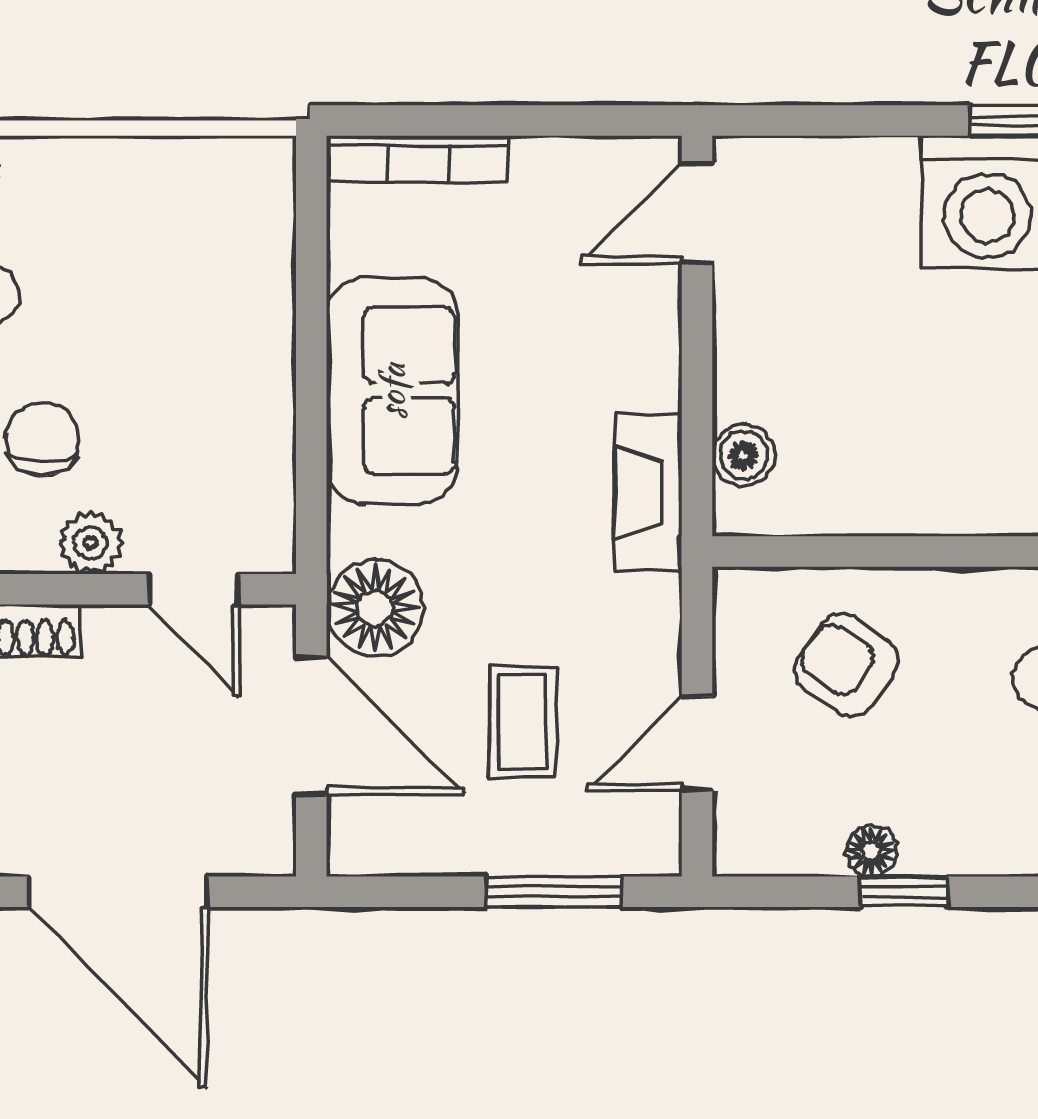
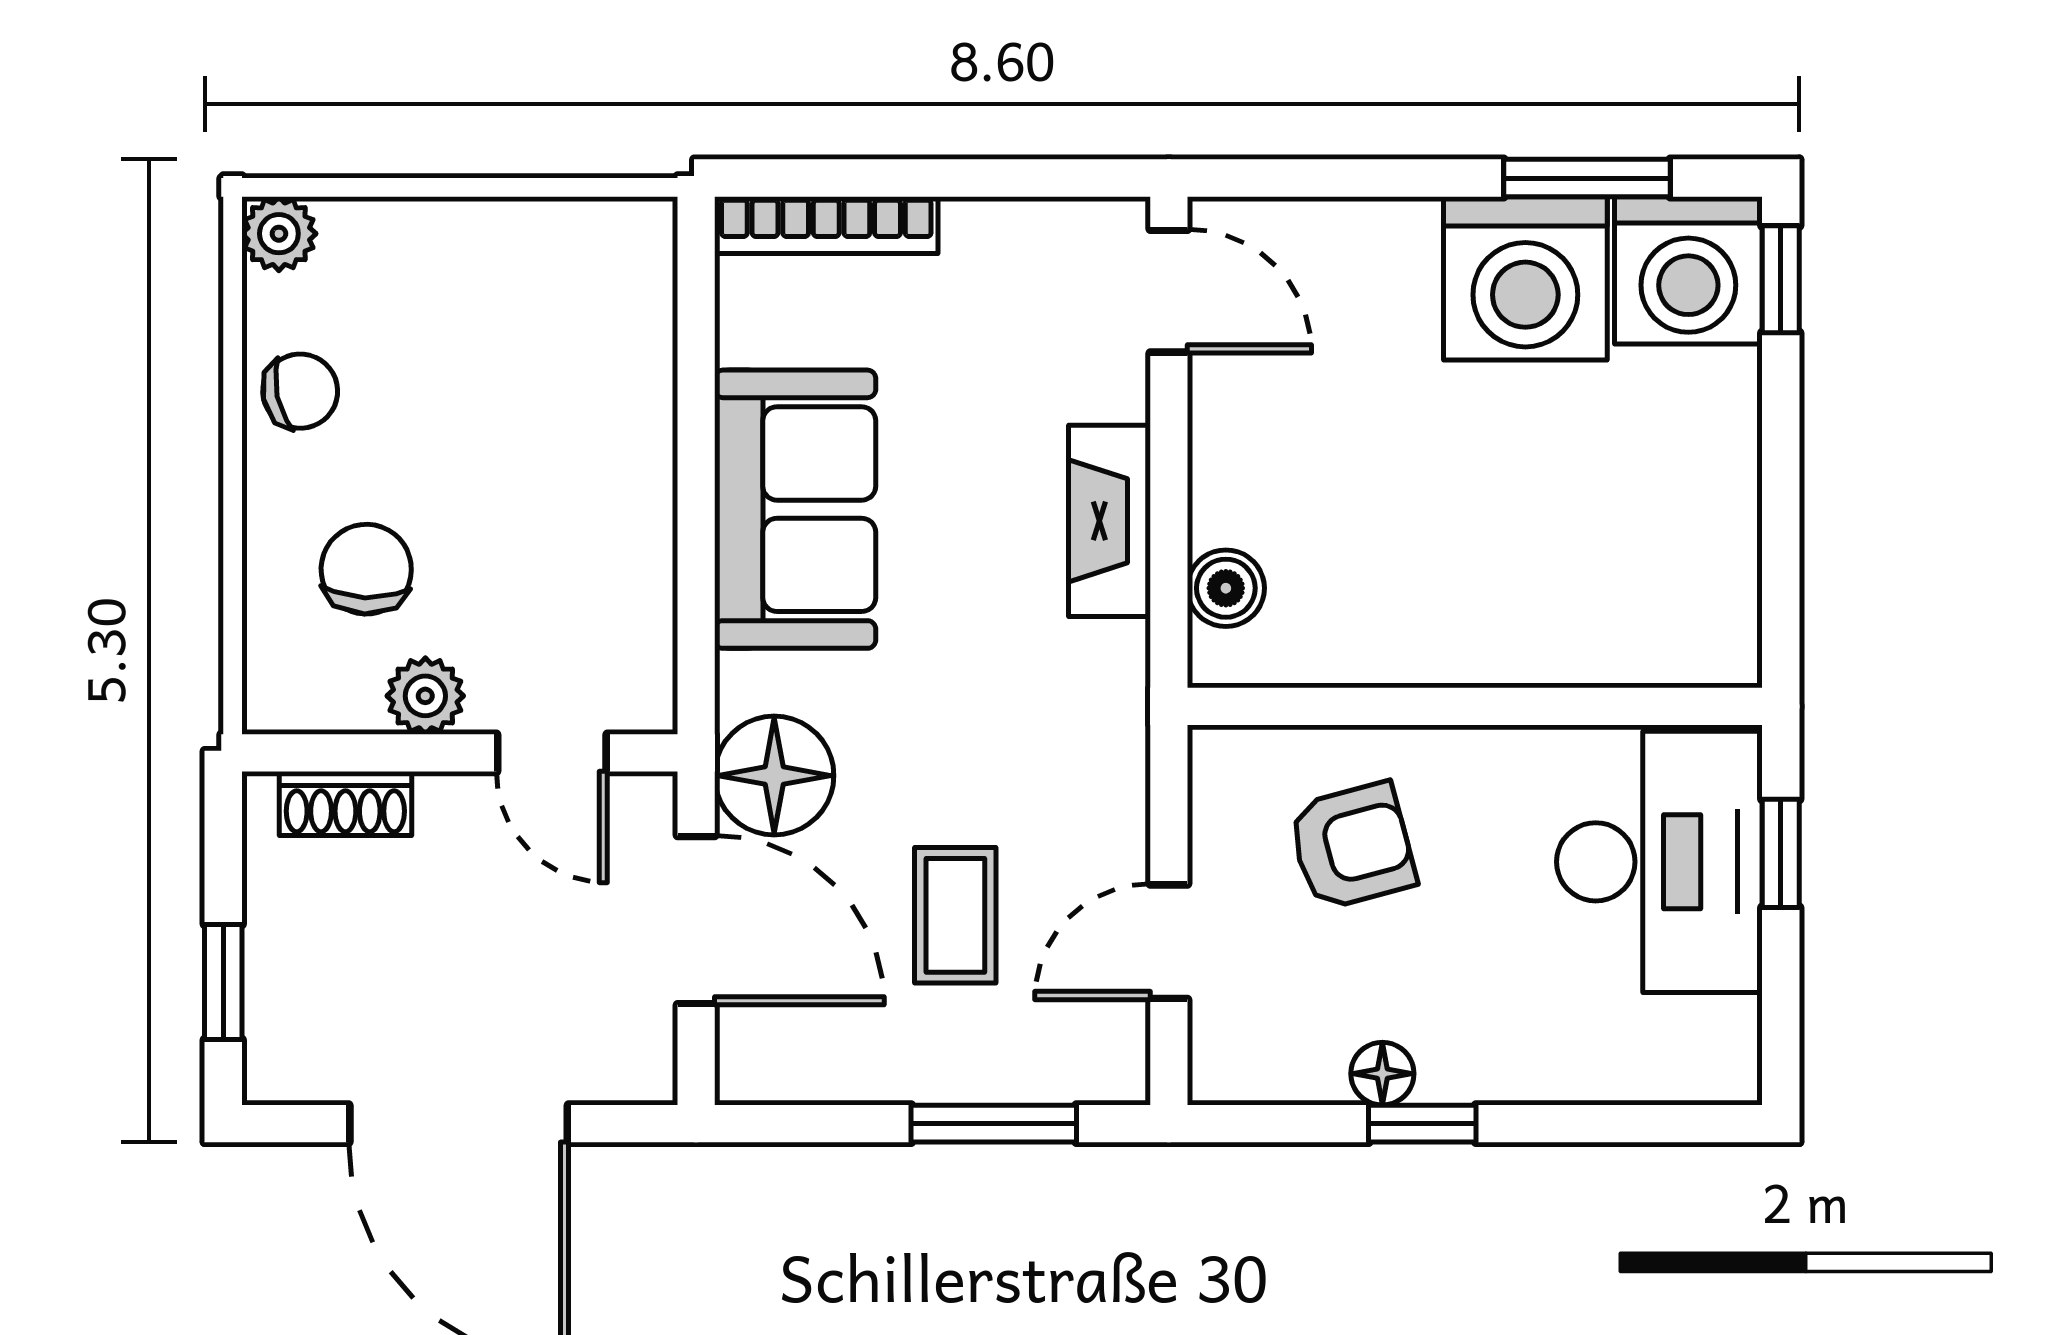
door: (697, 213) -> (1169, 291), swing flipped
fireplace: (649, 493) -> (1109, 521), moved
armchair: (846, 665) -> (1352, 846), turned 130

